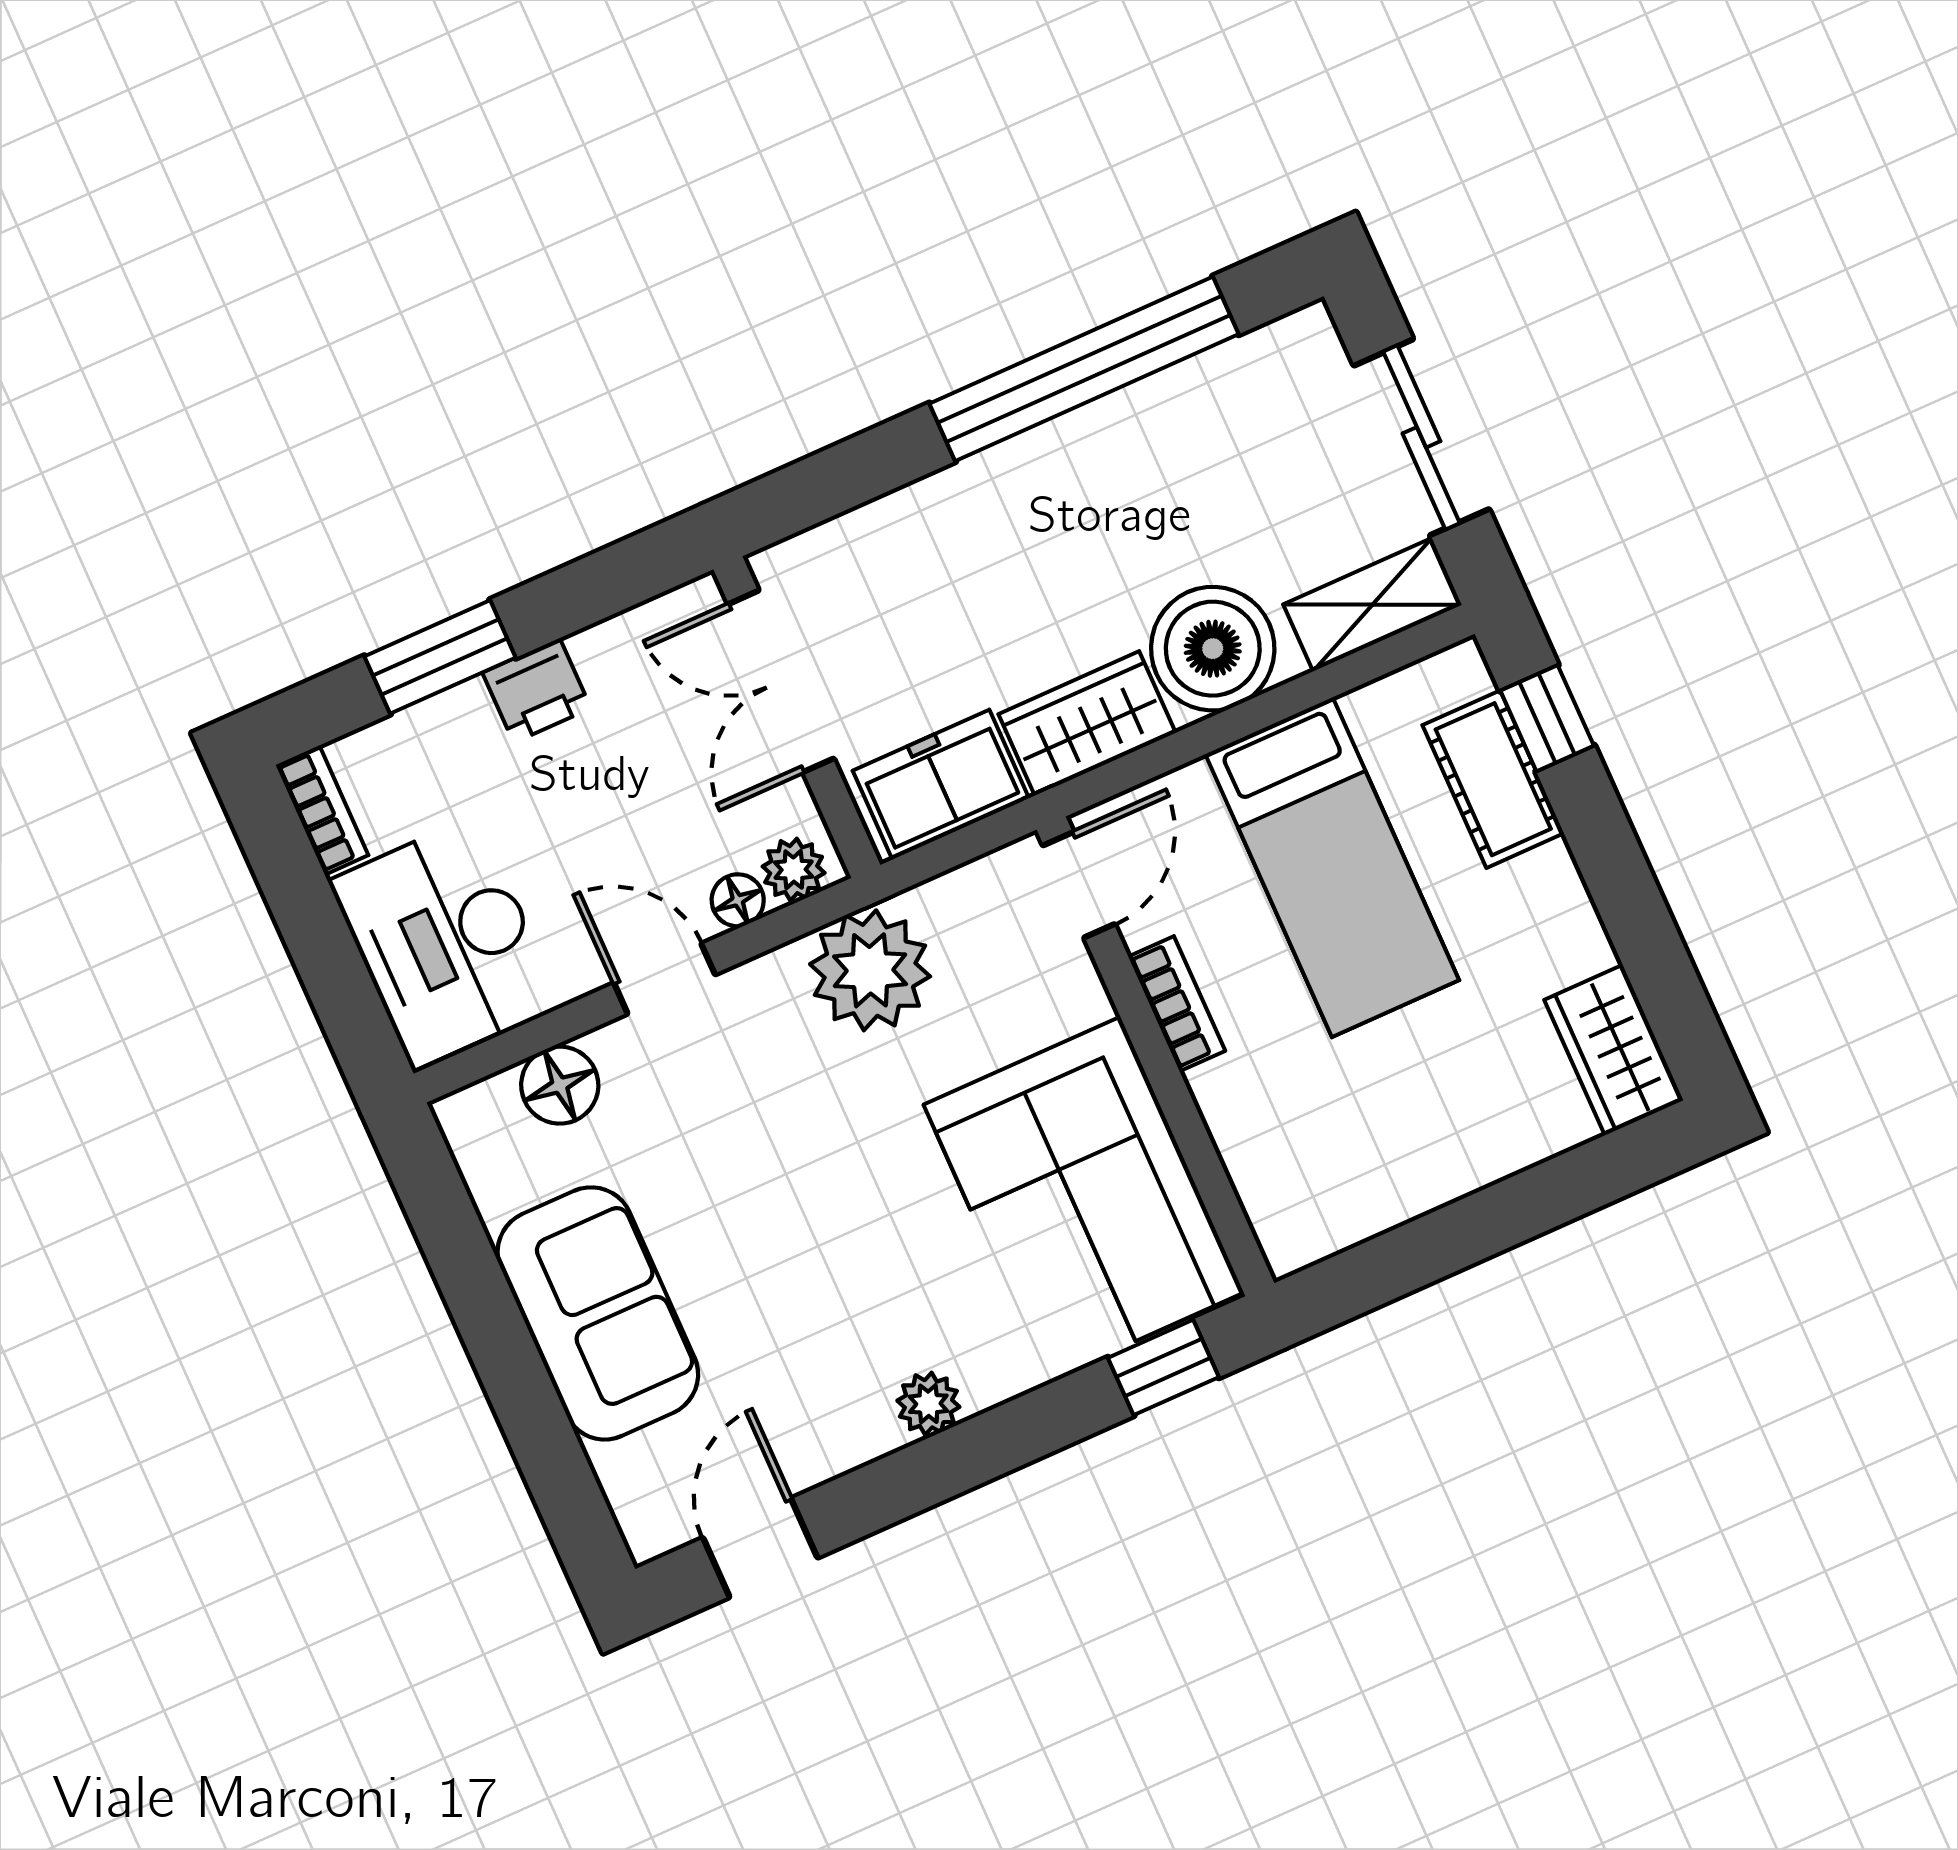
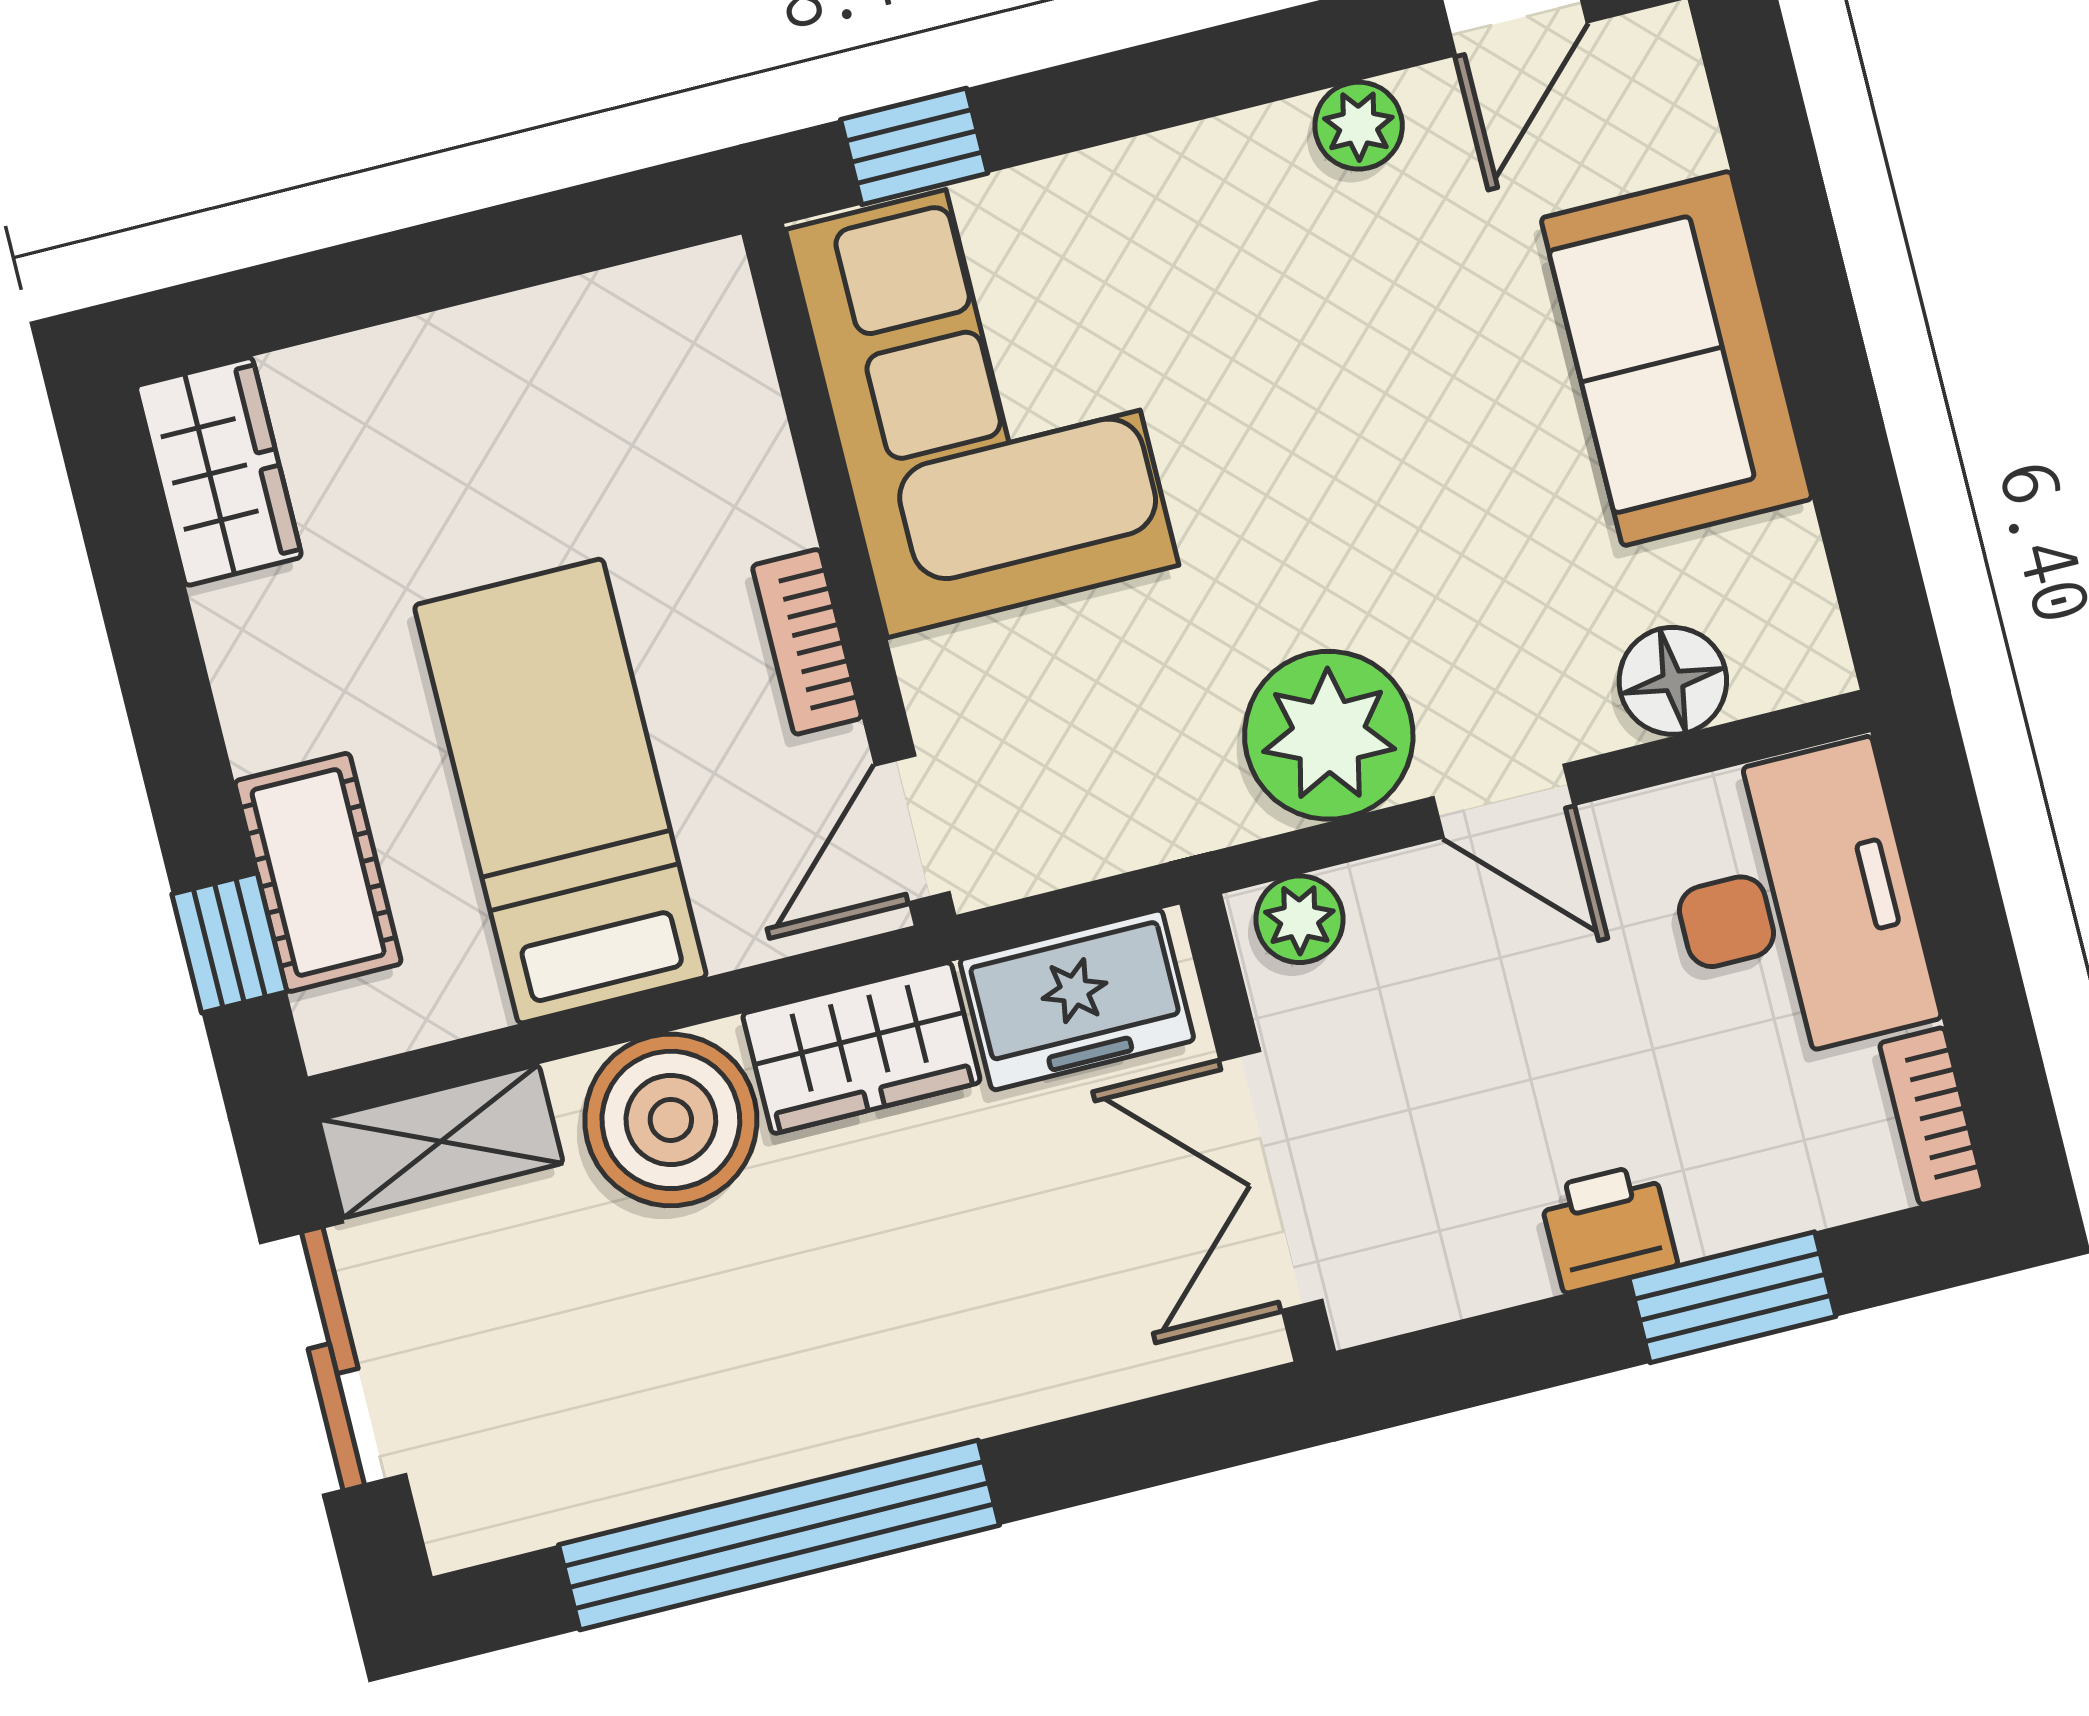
double door: (781, 681) -> (1271, 1181), swing flipped
floor lamp: (738, 900) -> (1384, 891), removed
plant: (870, 970) -> (1329, 735), moved
plant: (928, 1404) -> (1359, 126), moved

